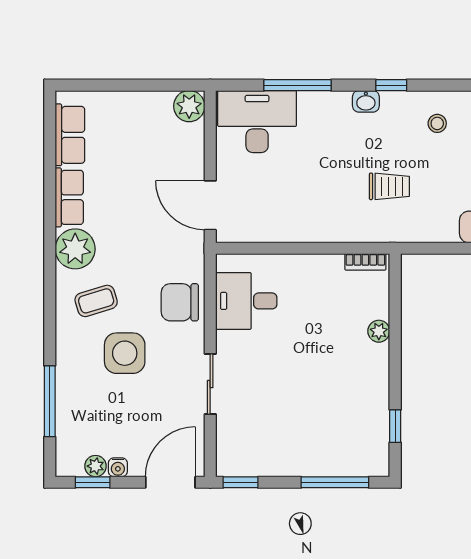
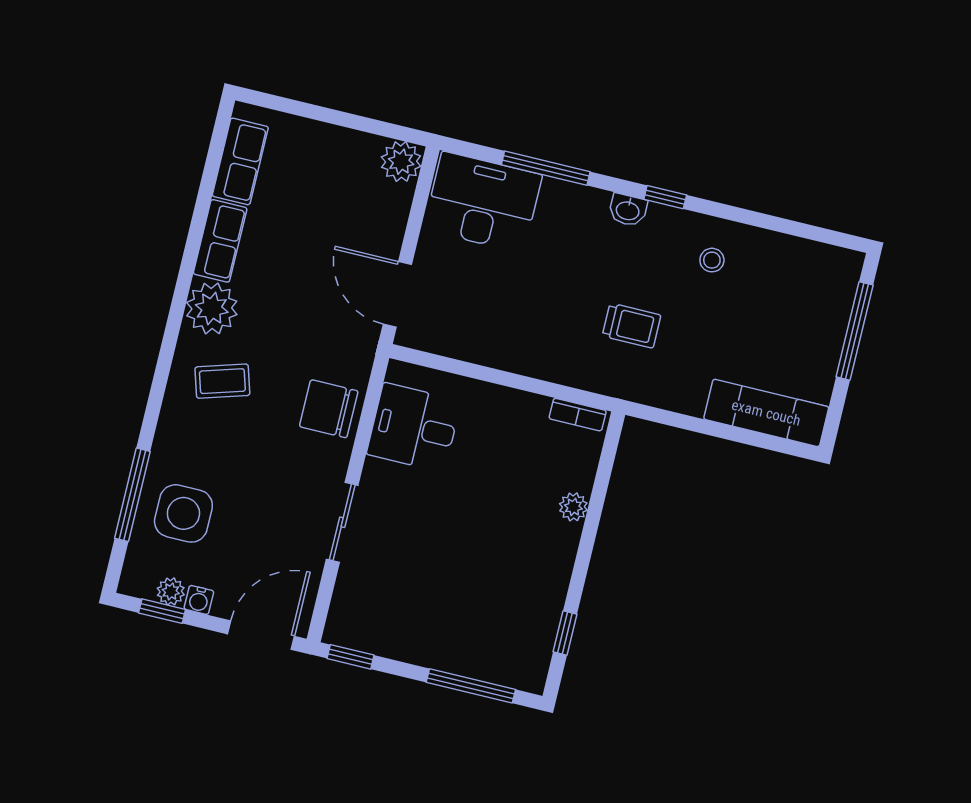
side table: (125, 353) -> (183, 513), moved

